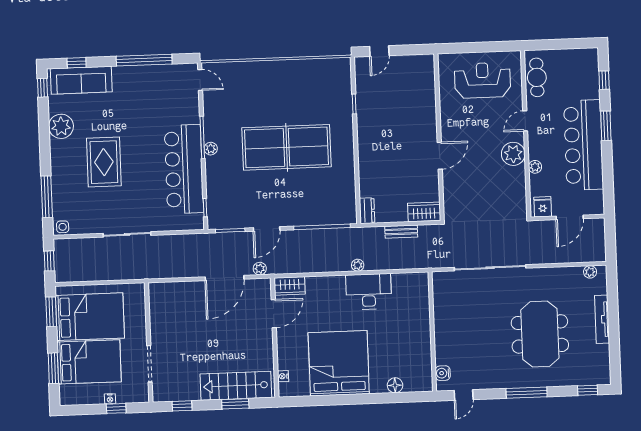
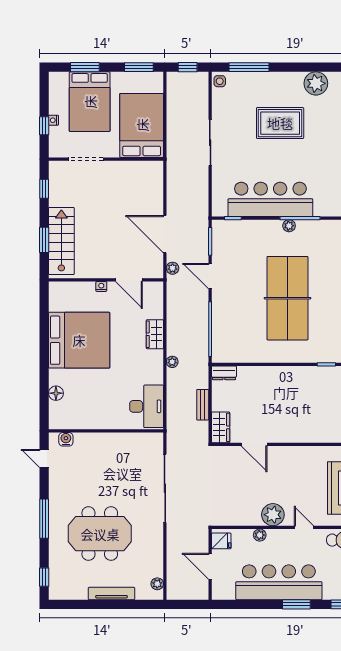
door: (440, 156) -> (254, 444), moved
wardrobe: (290, 286) -> (155, 334), moved
desk: (369, 292) -> (147, 406), moved
bed: (90, 317) -> (142, 125), moved, turned 180
nightstand: (283, 376) -> (101, 286), moved

